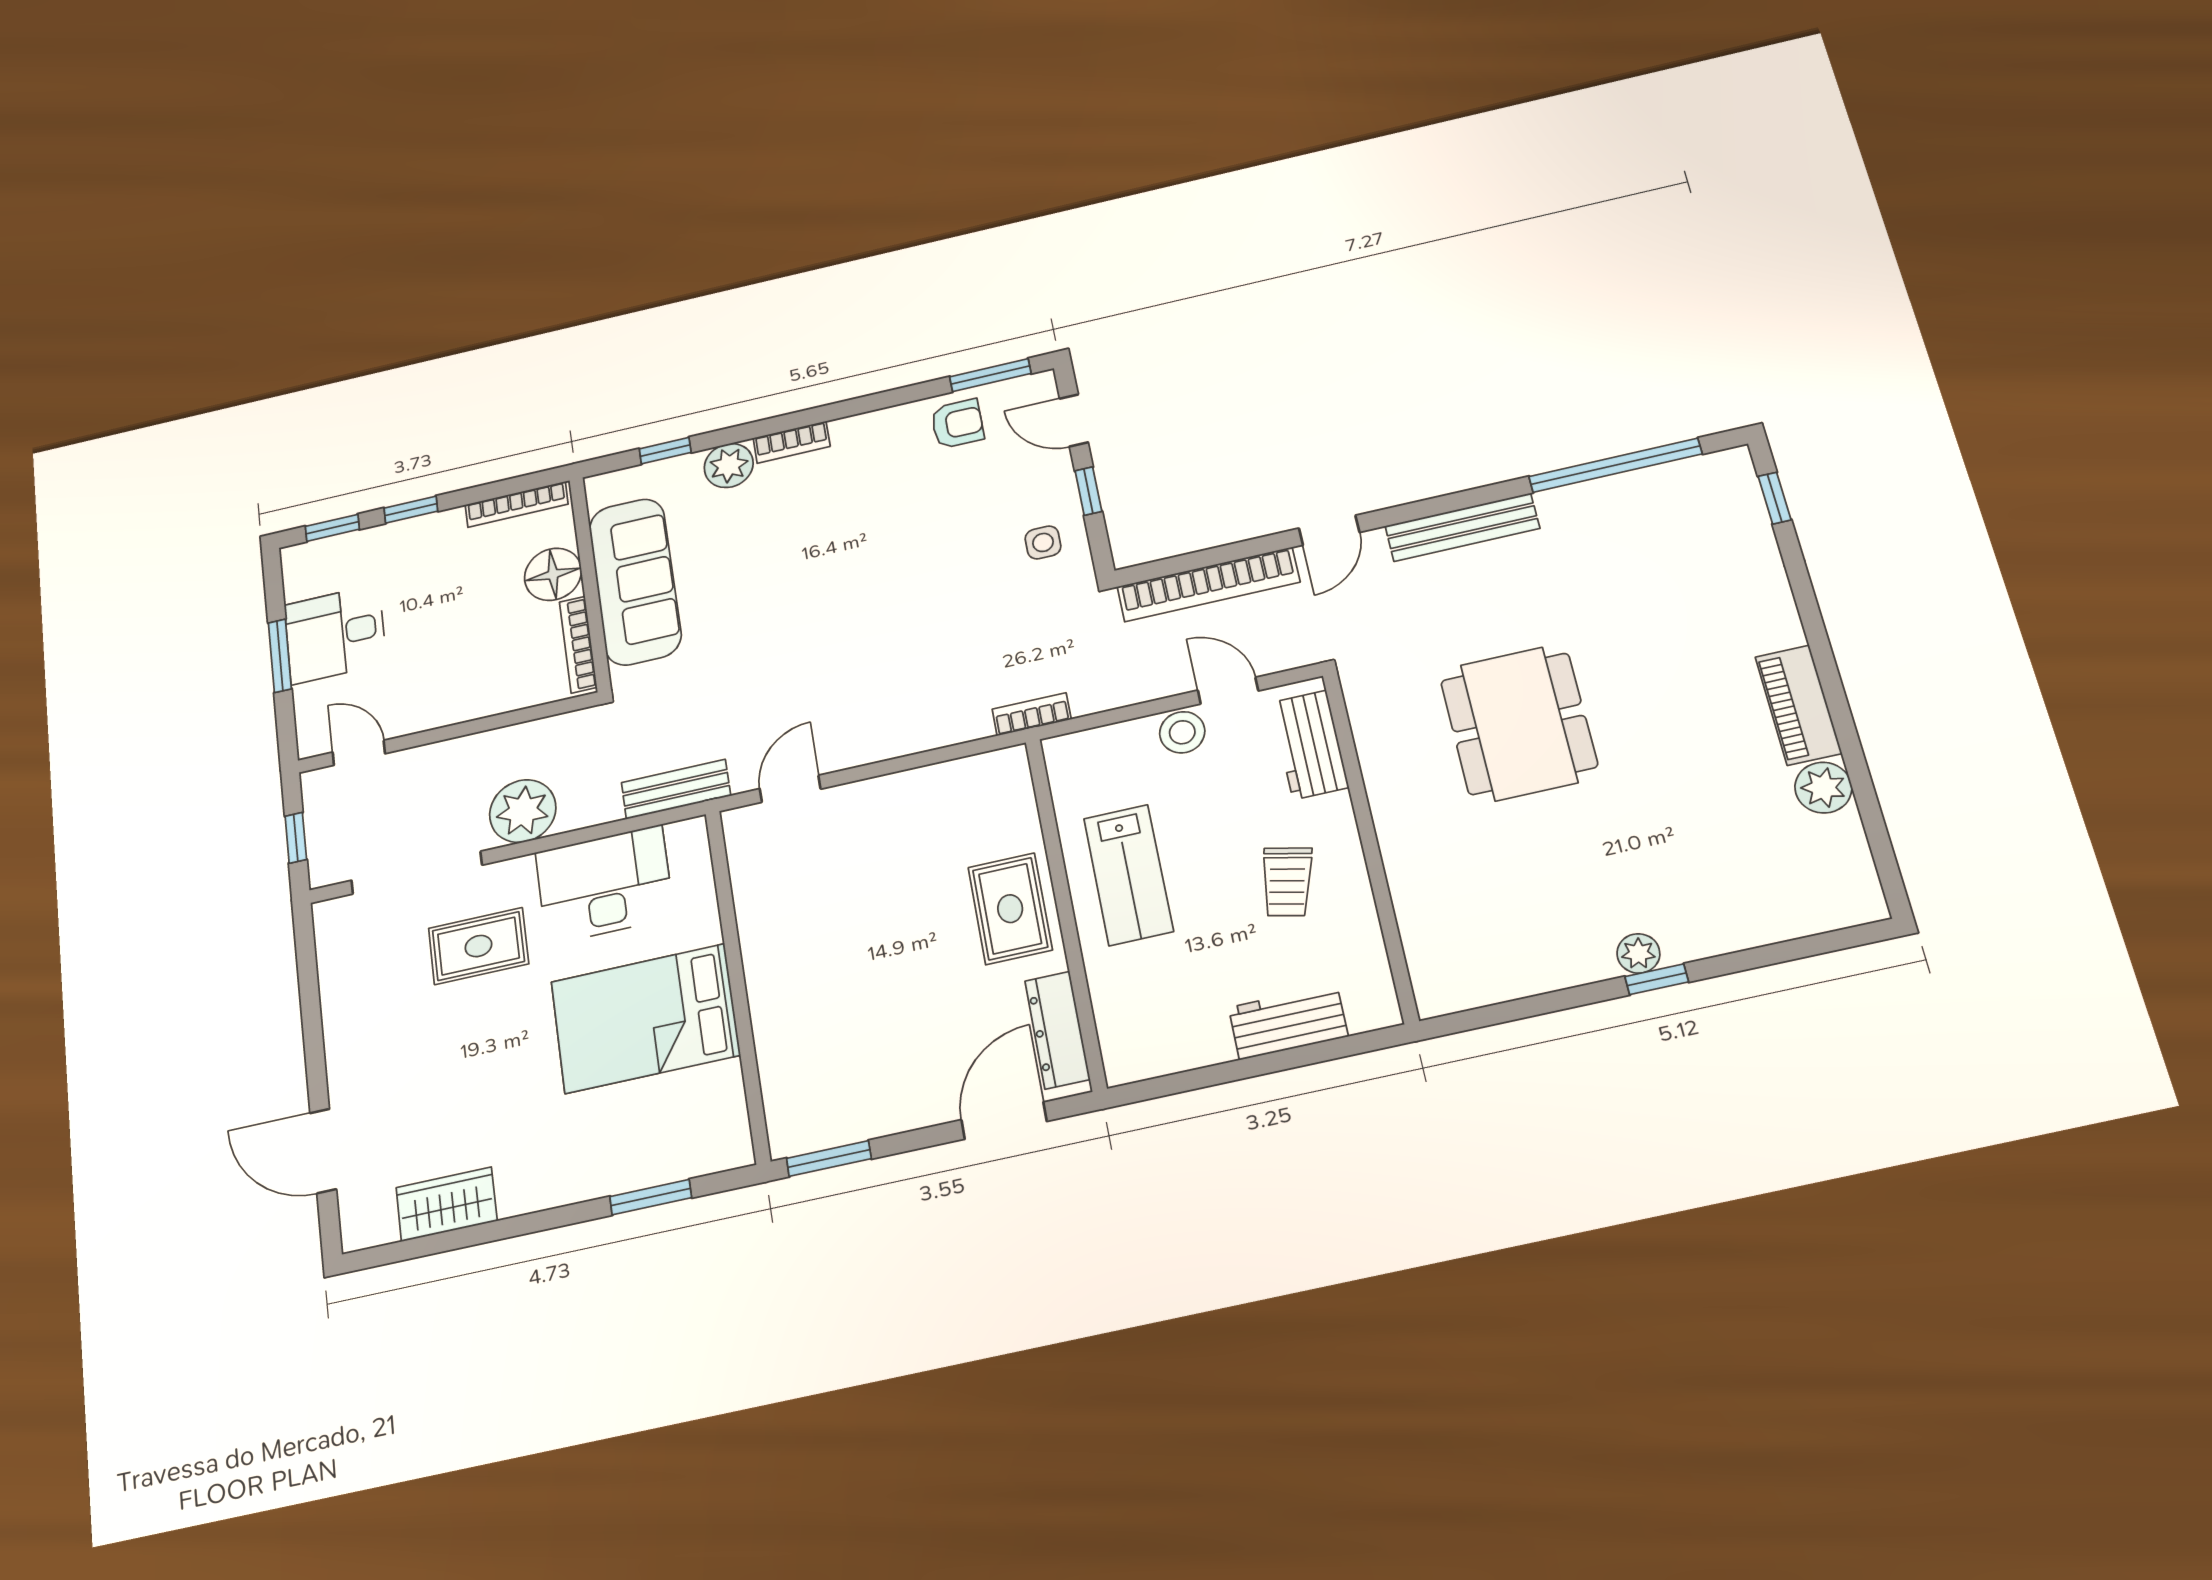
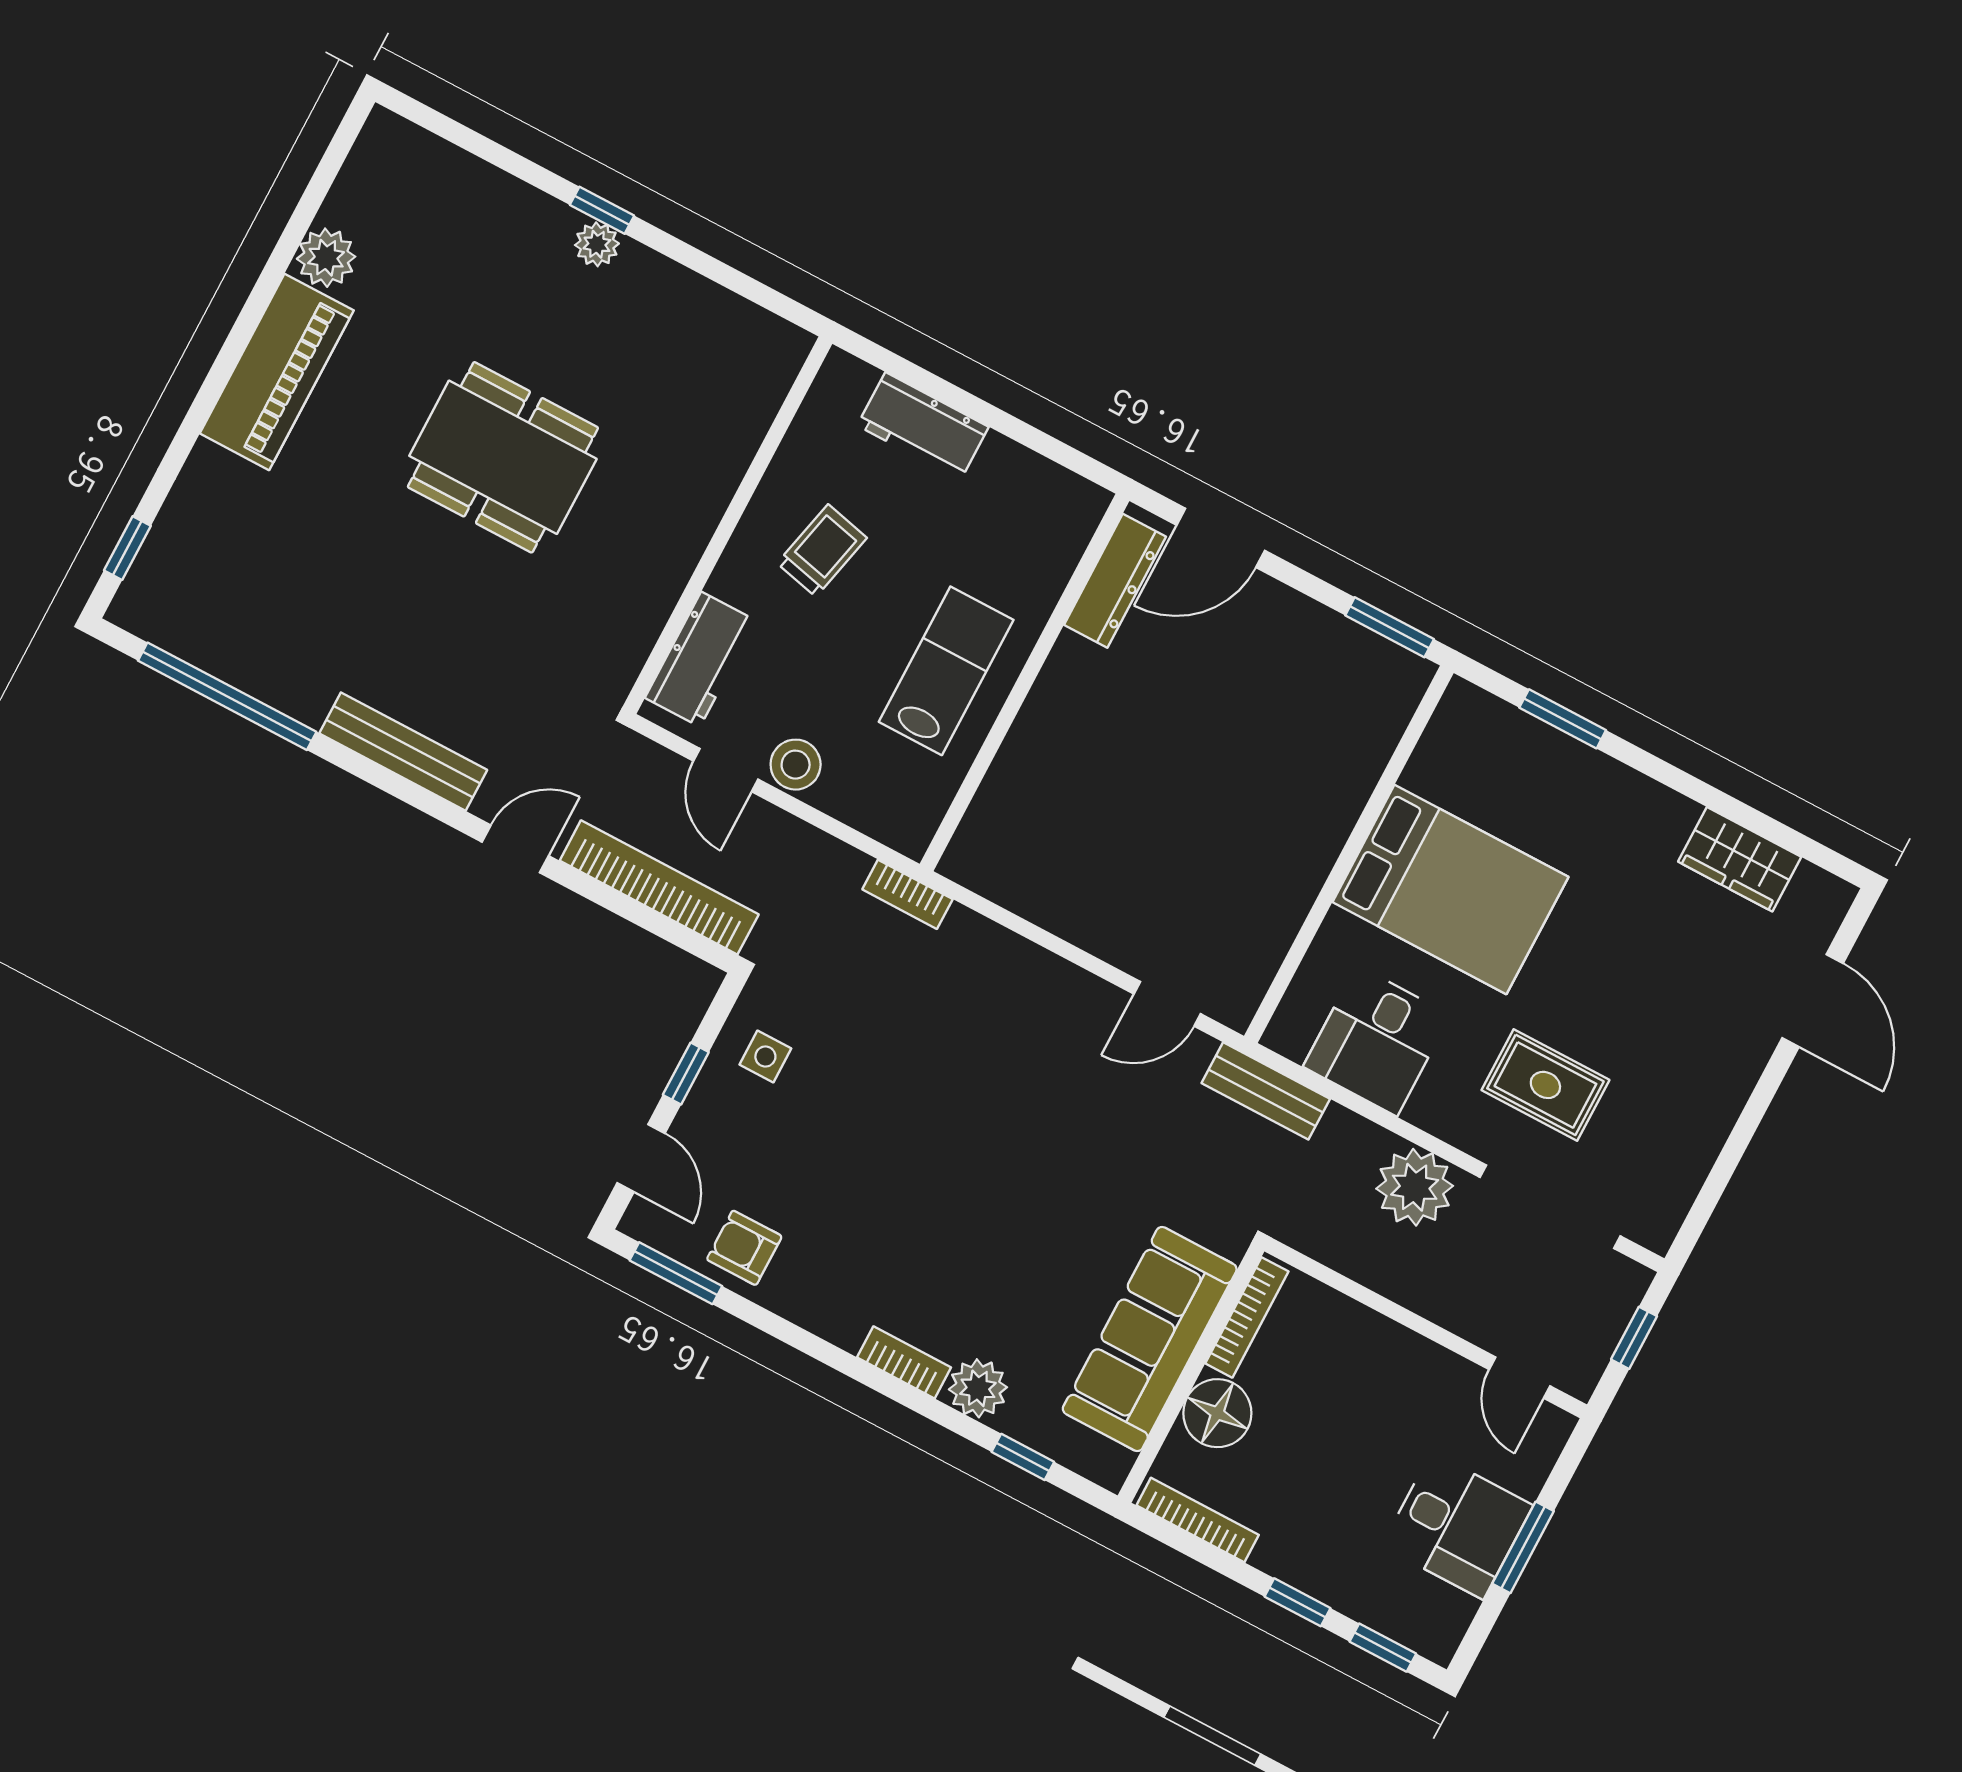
piano: (1798, 705) -> (277, 372), width x1.37, depth x1.33
dining table: (1519, 724) -> (503, 457), moved, turned 90
desk: (604, 885) -> (1377, 1041), width x0.73
rug: (1010, 909) -> (1068, 725), removed

